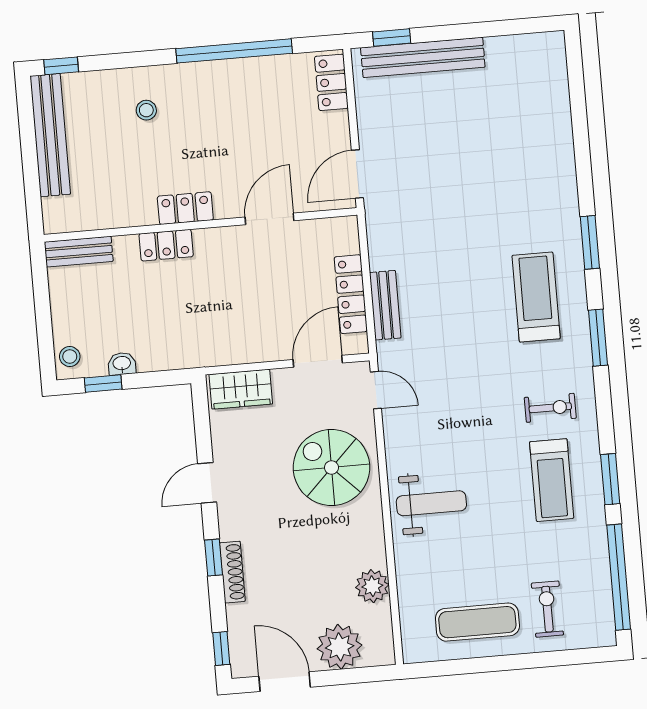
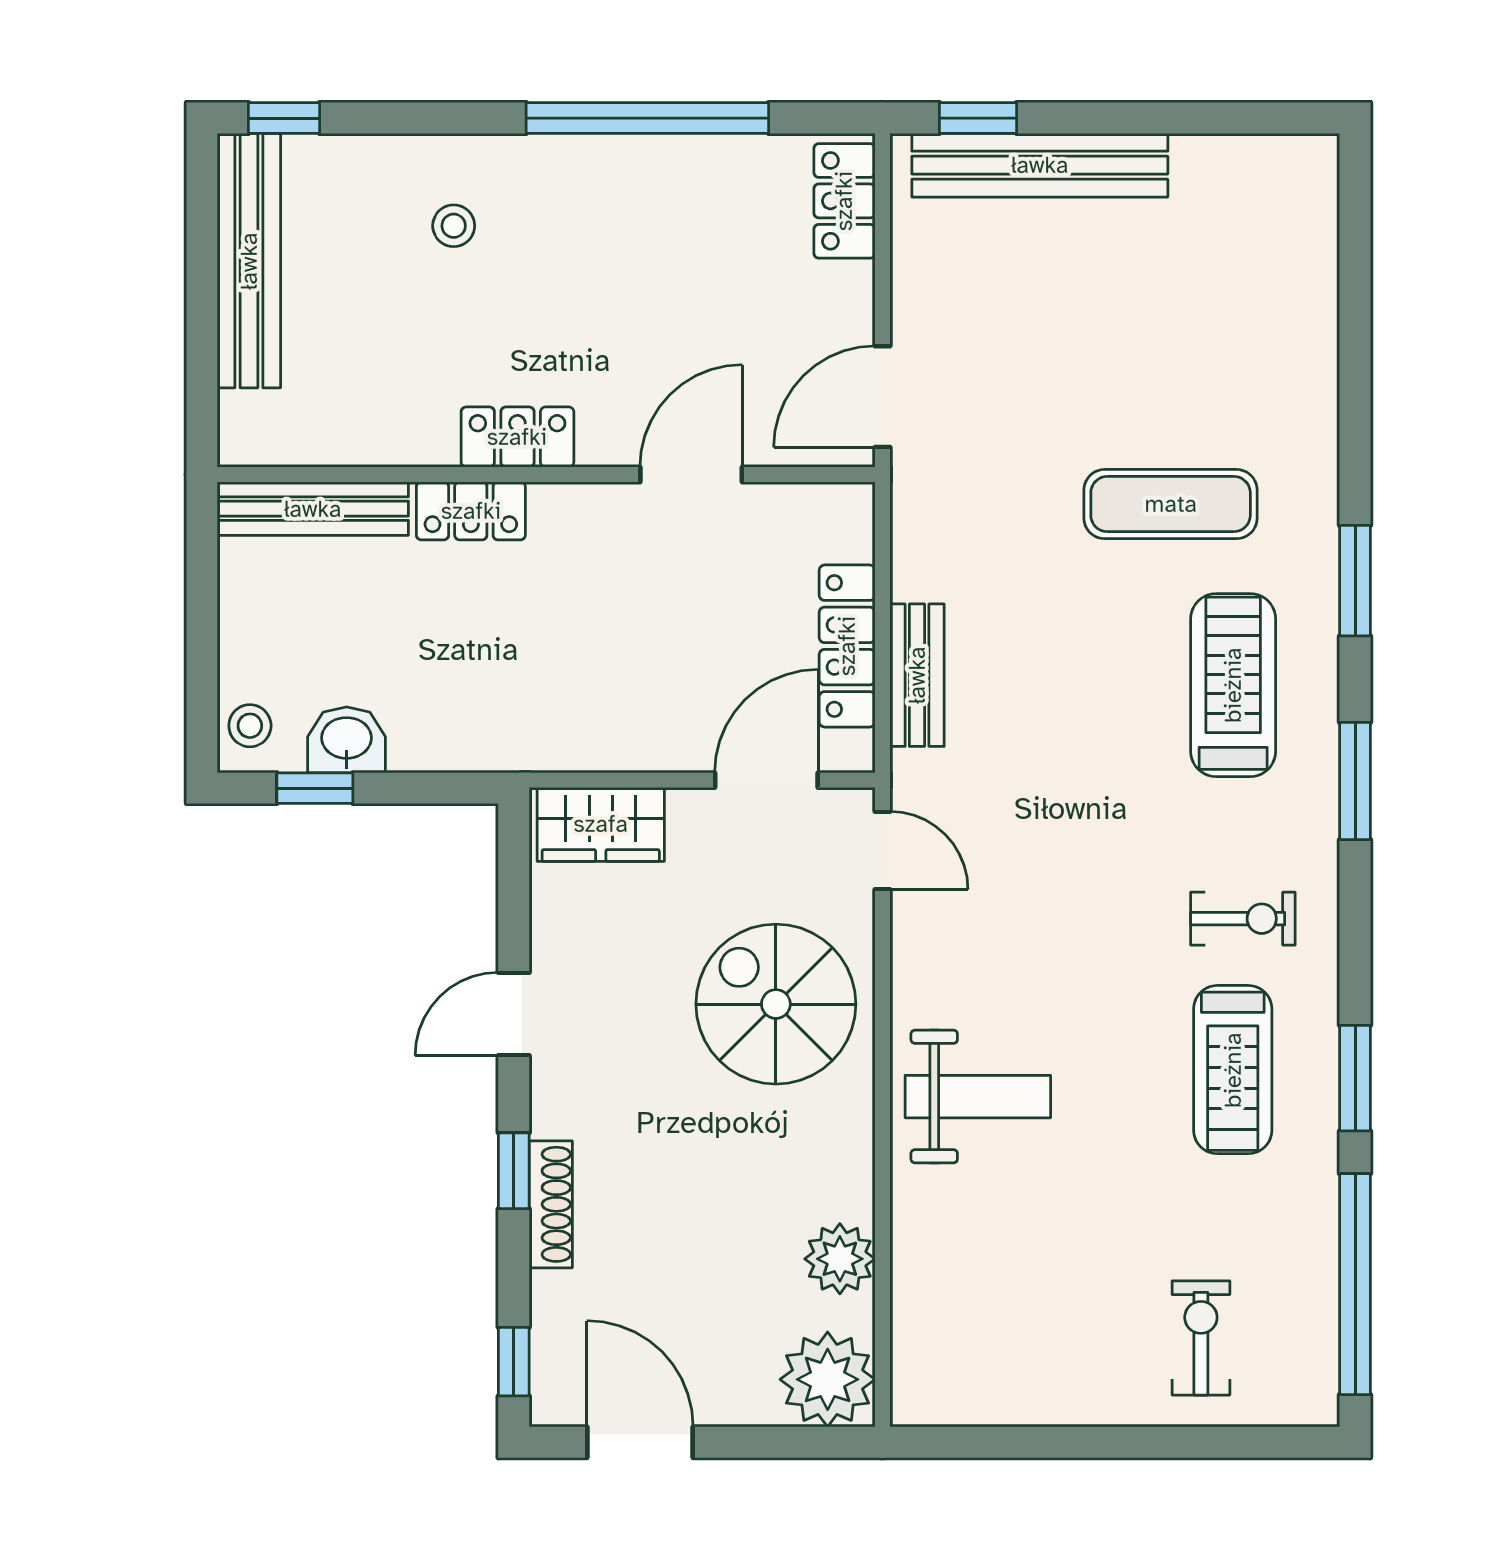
bench: (79, 252) -> (313, 509), width x1.36
washbasin: (122, 364) -> (347, 740), width x1.38, depth x1.45
exercise mat: (477, 622) -> (1171, 504), moved
plant: (340, 647) -> (828, 1379), moved

